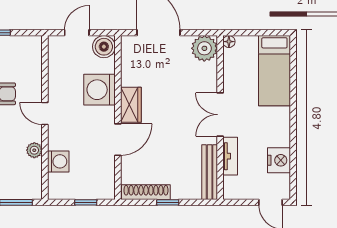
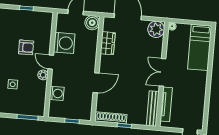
washing machine: (100, 90) -> (64, 43), moved, turned 180
wardrobe: (131, 105) -> (108, 43), moved
plant: (34, 150) -> (43, 75), moved
tv unit: (230, 156) -> (166, 104), width x1.41
nightstand: (279, 160) -> (198, 105), removed

